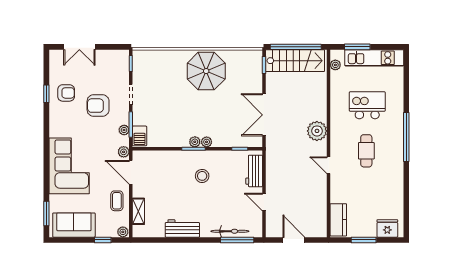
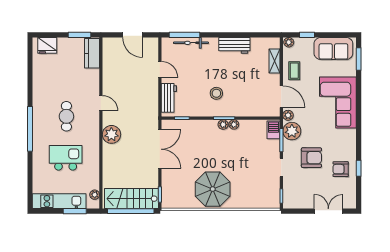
kitchen island: (367, 105) -> (66, 158), turned 180
plant: (124, 130) -> (292, 131), width x1.87, depth x1.87
plant: (207, 142) -> (234, 124), moved
window: (364, 240) -> (80, 35), moved

